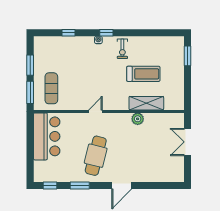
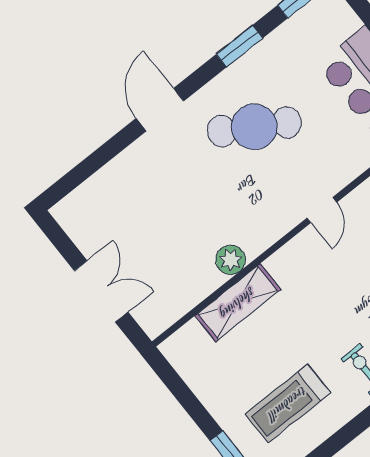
treadmill: (143, 74) -> (288, 403), moved
cafe table: (96, 156) -> (254, 127), turned -73

